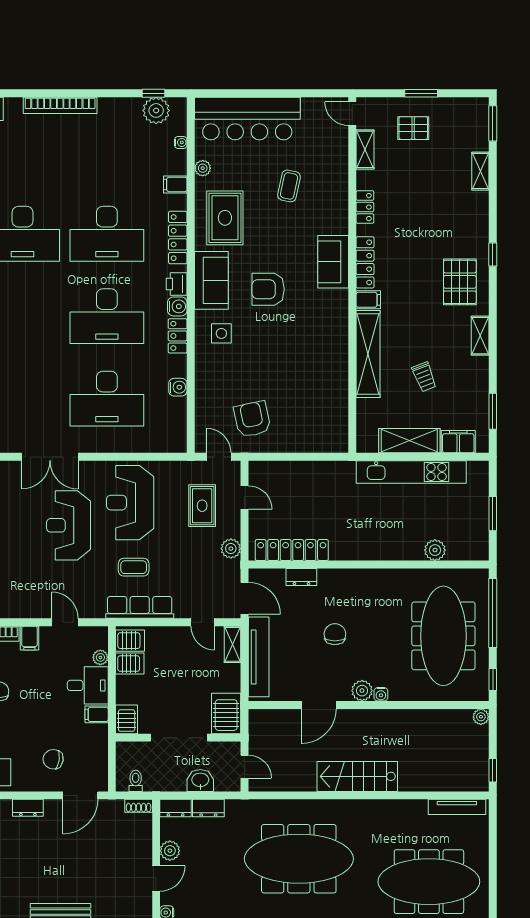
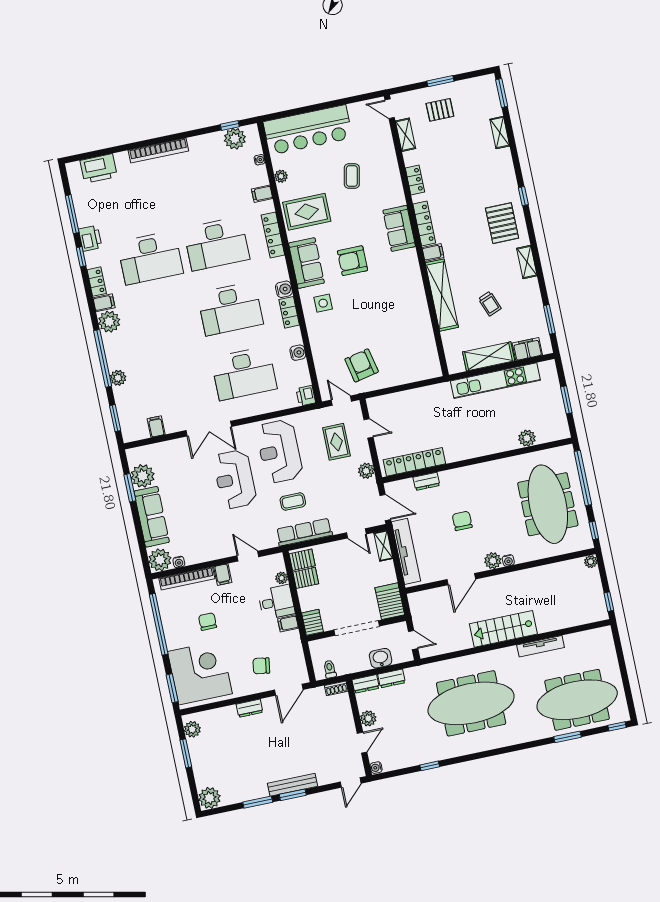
rug: (225, 218) -> (307, 212), turned 90
printer: (177, 284) -> (306, 396), moved
tv unit: (457, 807) -> (541, 646), moved

